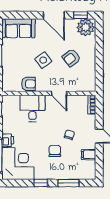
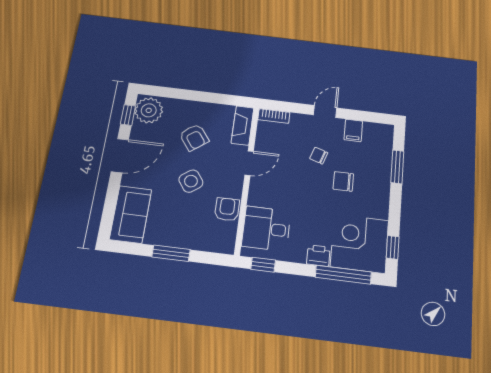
fireplace: (83, 86) -> (243, 126), added
desk: (32, 108) -> (266, 229), moved
window: (41, 183) -> (393, 247), moved

